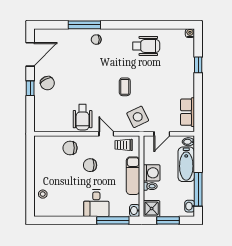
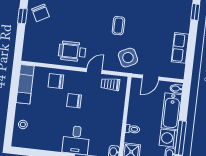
row of seats: (188, 112) -> (180, 48), moved
wheelchair: (83, 117) -> (72, 51), turned 90
door: (106, 134) -> (94, 71), hinge flipped
washing machine: (152, 173) -> (168, 138), moved, turned 180
exam couch: (133, 176) -> (25, 84), moved, turned 180

